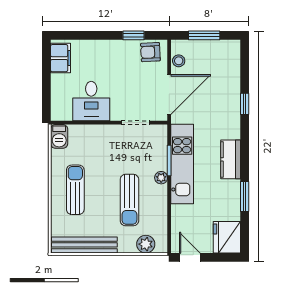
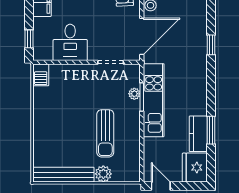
window: (46, 97) -> (29, 39), added
kitchen counter: (231, 159) -> (198, 134), moved
plant: (161, 178) -> (134, 94), moved
sun lounger: (75, 190) -> (55, 124), removed
plant: (146, 244) -> (103, 174), moved

